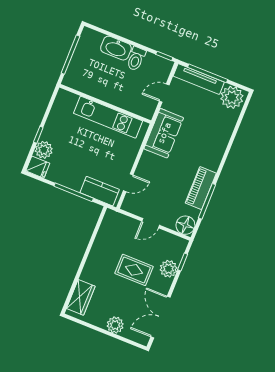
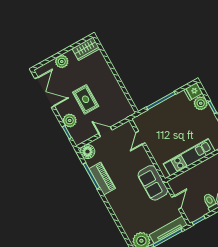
kitchen counter: (100, 191) -> (149, 117), removed
door: (151, 223) -> (105, 132), hinge flipped
rug: (134, 270) -> (86, 99), turned 90
wardrobe: (81, 297) -> (86, 49), moved, turned -90

